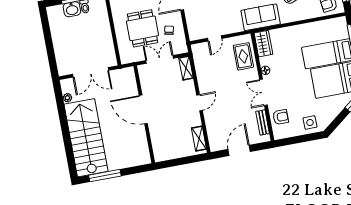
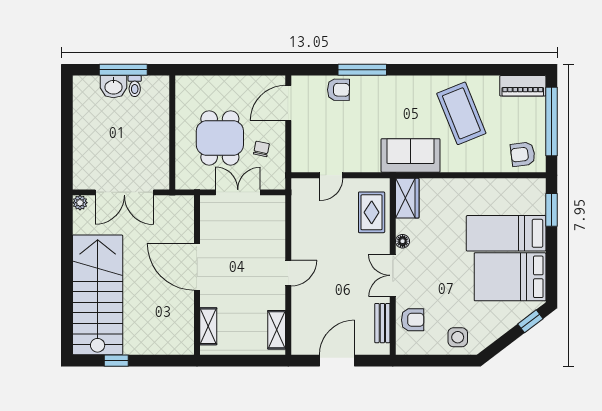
shelving: (186, 68) -> (208, 326), moved
plant: (67, 98) -> (80, 203), moved
window: (105, 176) -> (116, 361), width x0.46

